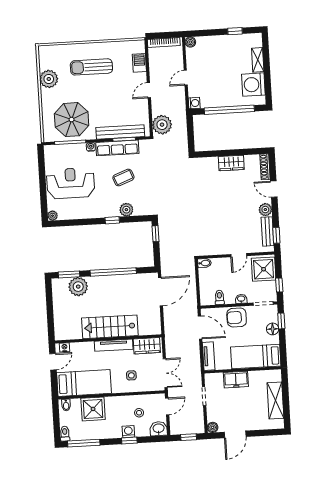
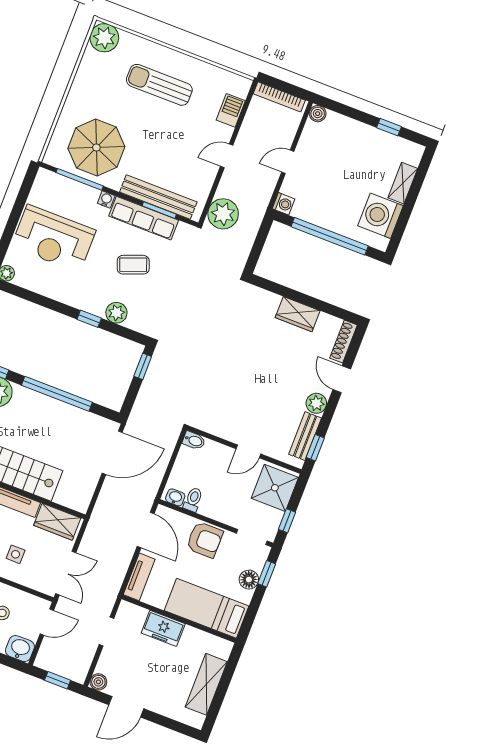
plant: (49, 79) -> (104, 38), moved
reception desk: (71, 183) -> (54, 238), turned 180
washbasin: (241, 299) -> (175, 497), moved
armchair: (237, 317) -> (205, 540), turned 180

